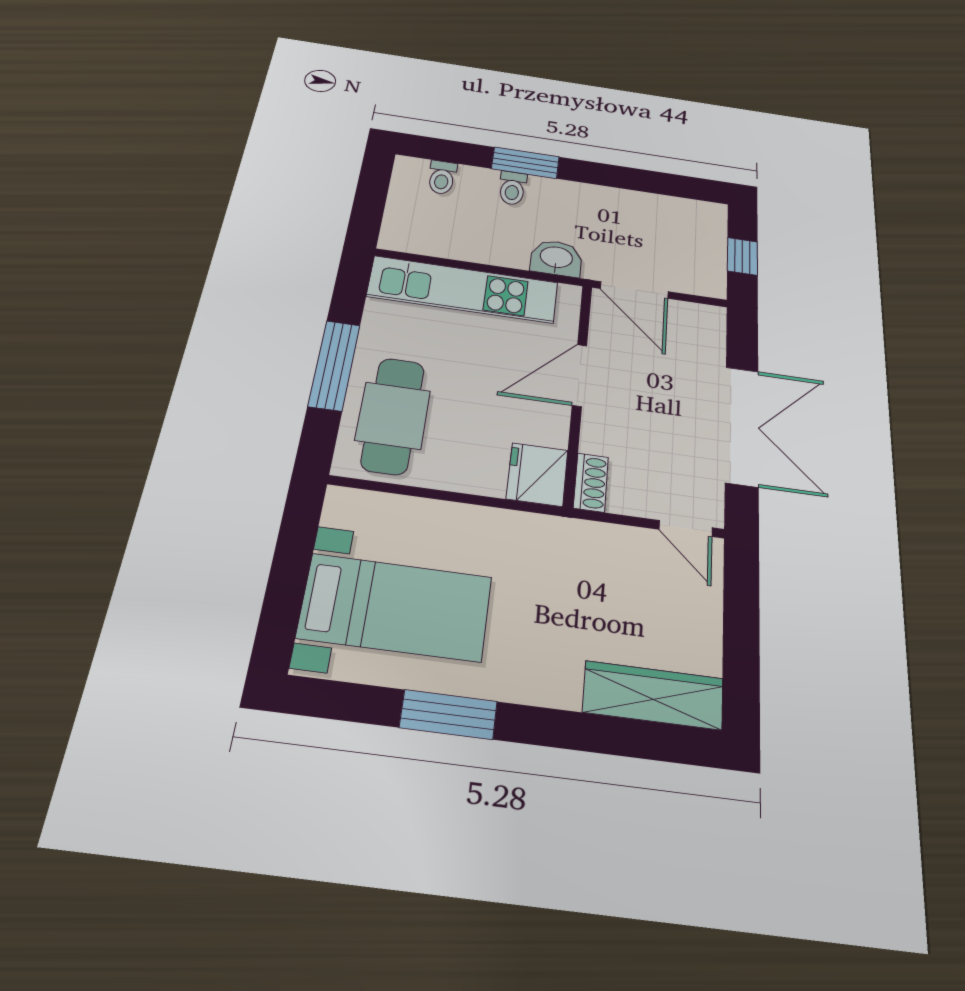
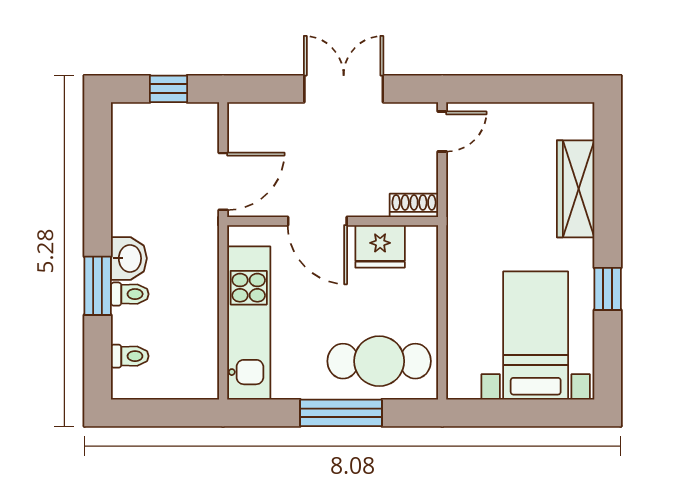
washbasin: (556, 258) -> (129, 258), moved, turned 180
double door: (742, 426) -> (344, 89), width x0.73
fridge: (537, 474) -> (380, 246), moved
wardrobe: (653, 695) -> (576, 189), moved
window: (449, 714) -> (608, 289), width x0.67

